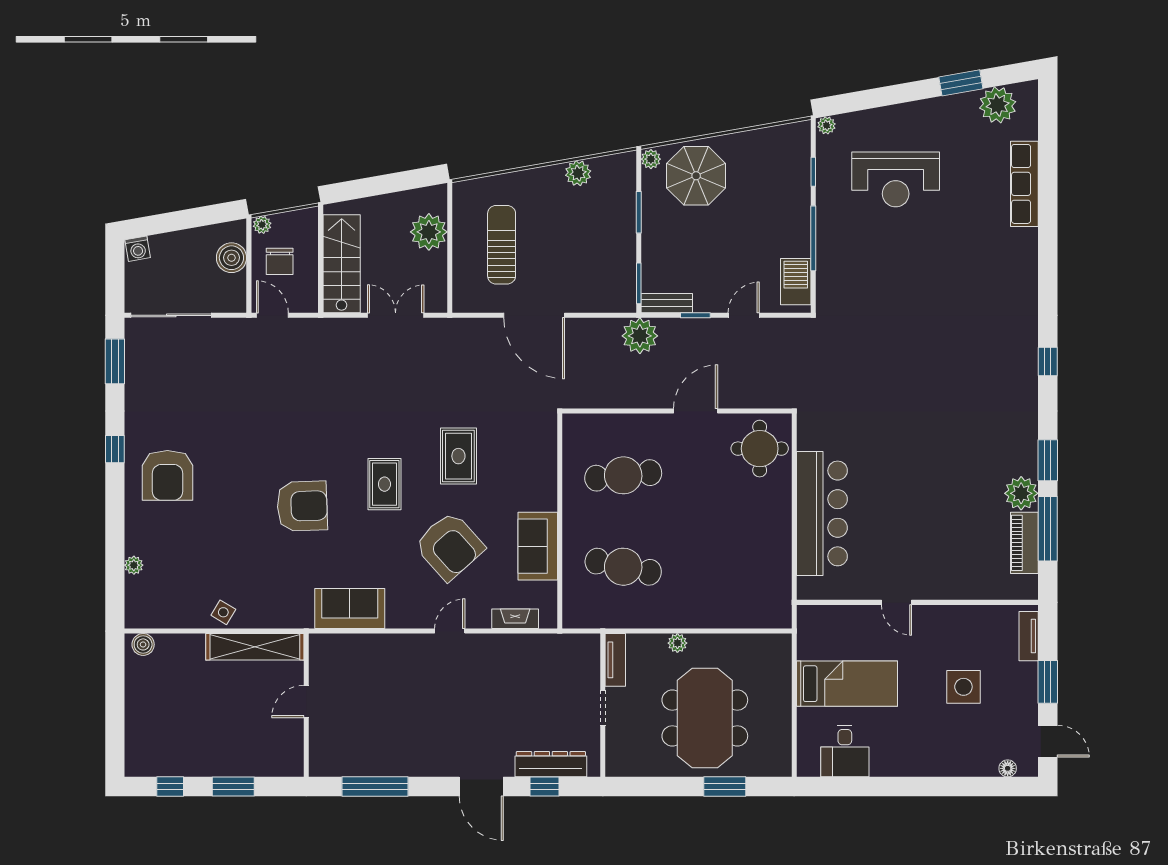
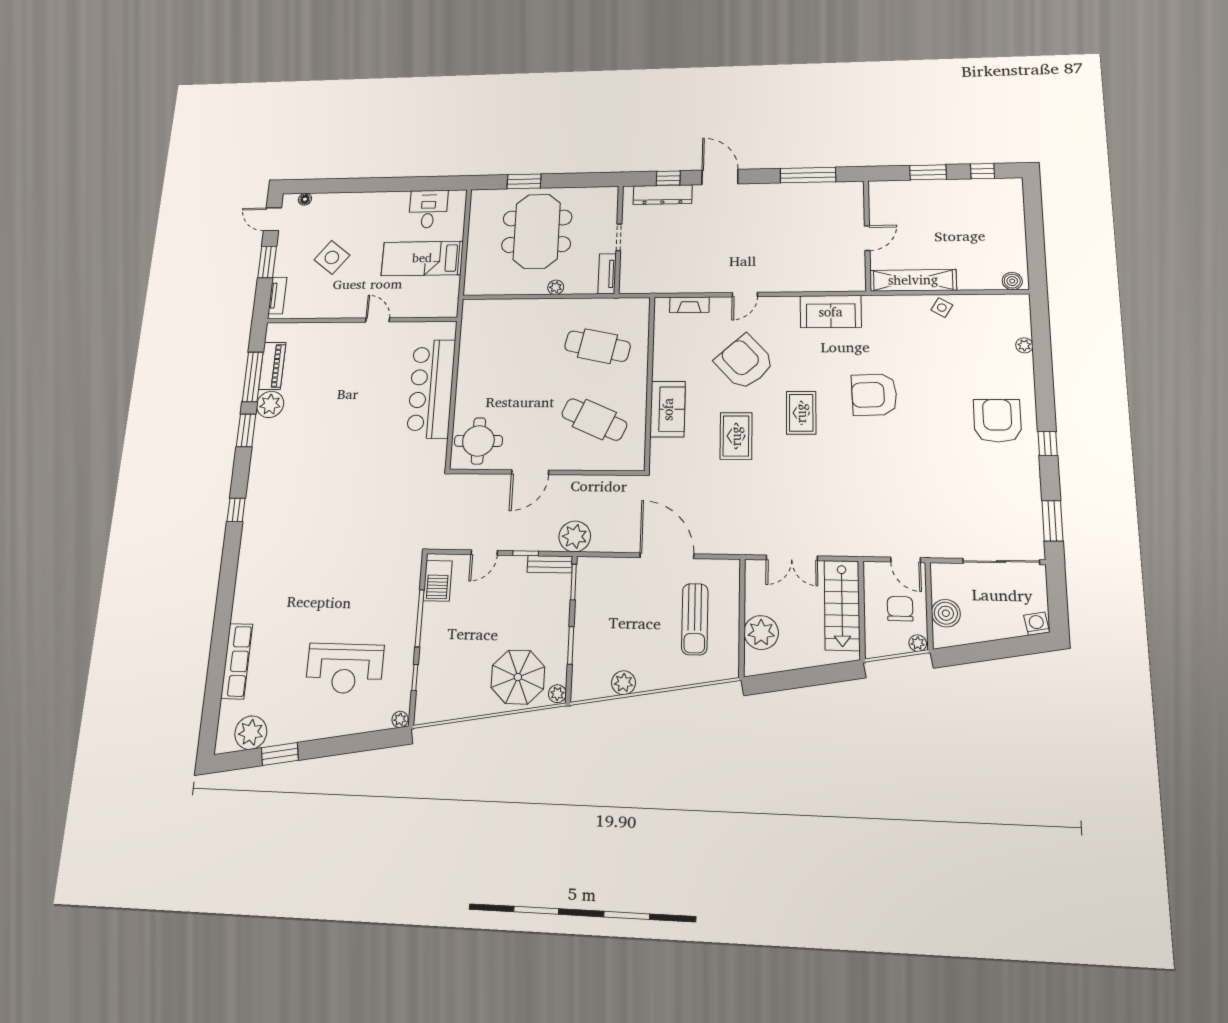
reception desk: (896, 179) -> (345, 668), turned 180
cafe table: (623, 475) -> (594, 419), turned 30
sofa: (538, 546) -> (668, 409), moved
side table: (963, 687) -> (332, 257), turned 38

